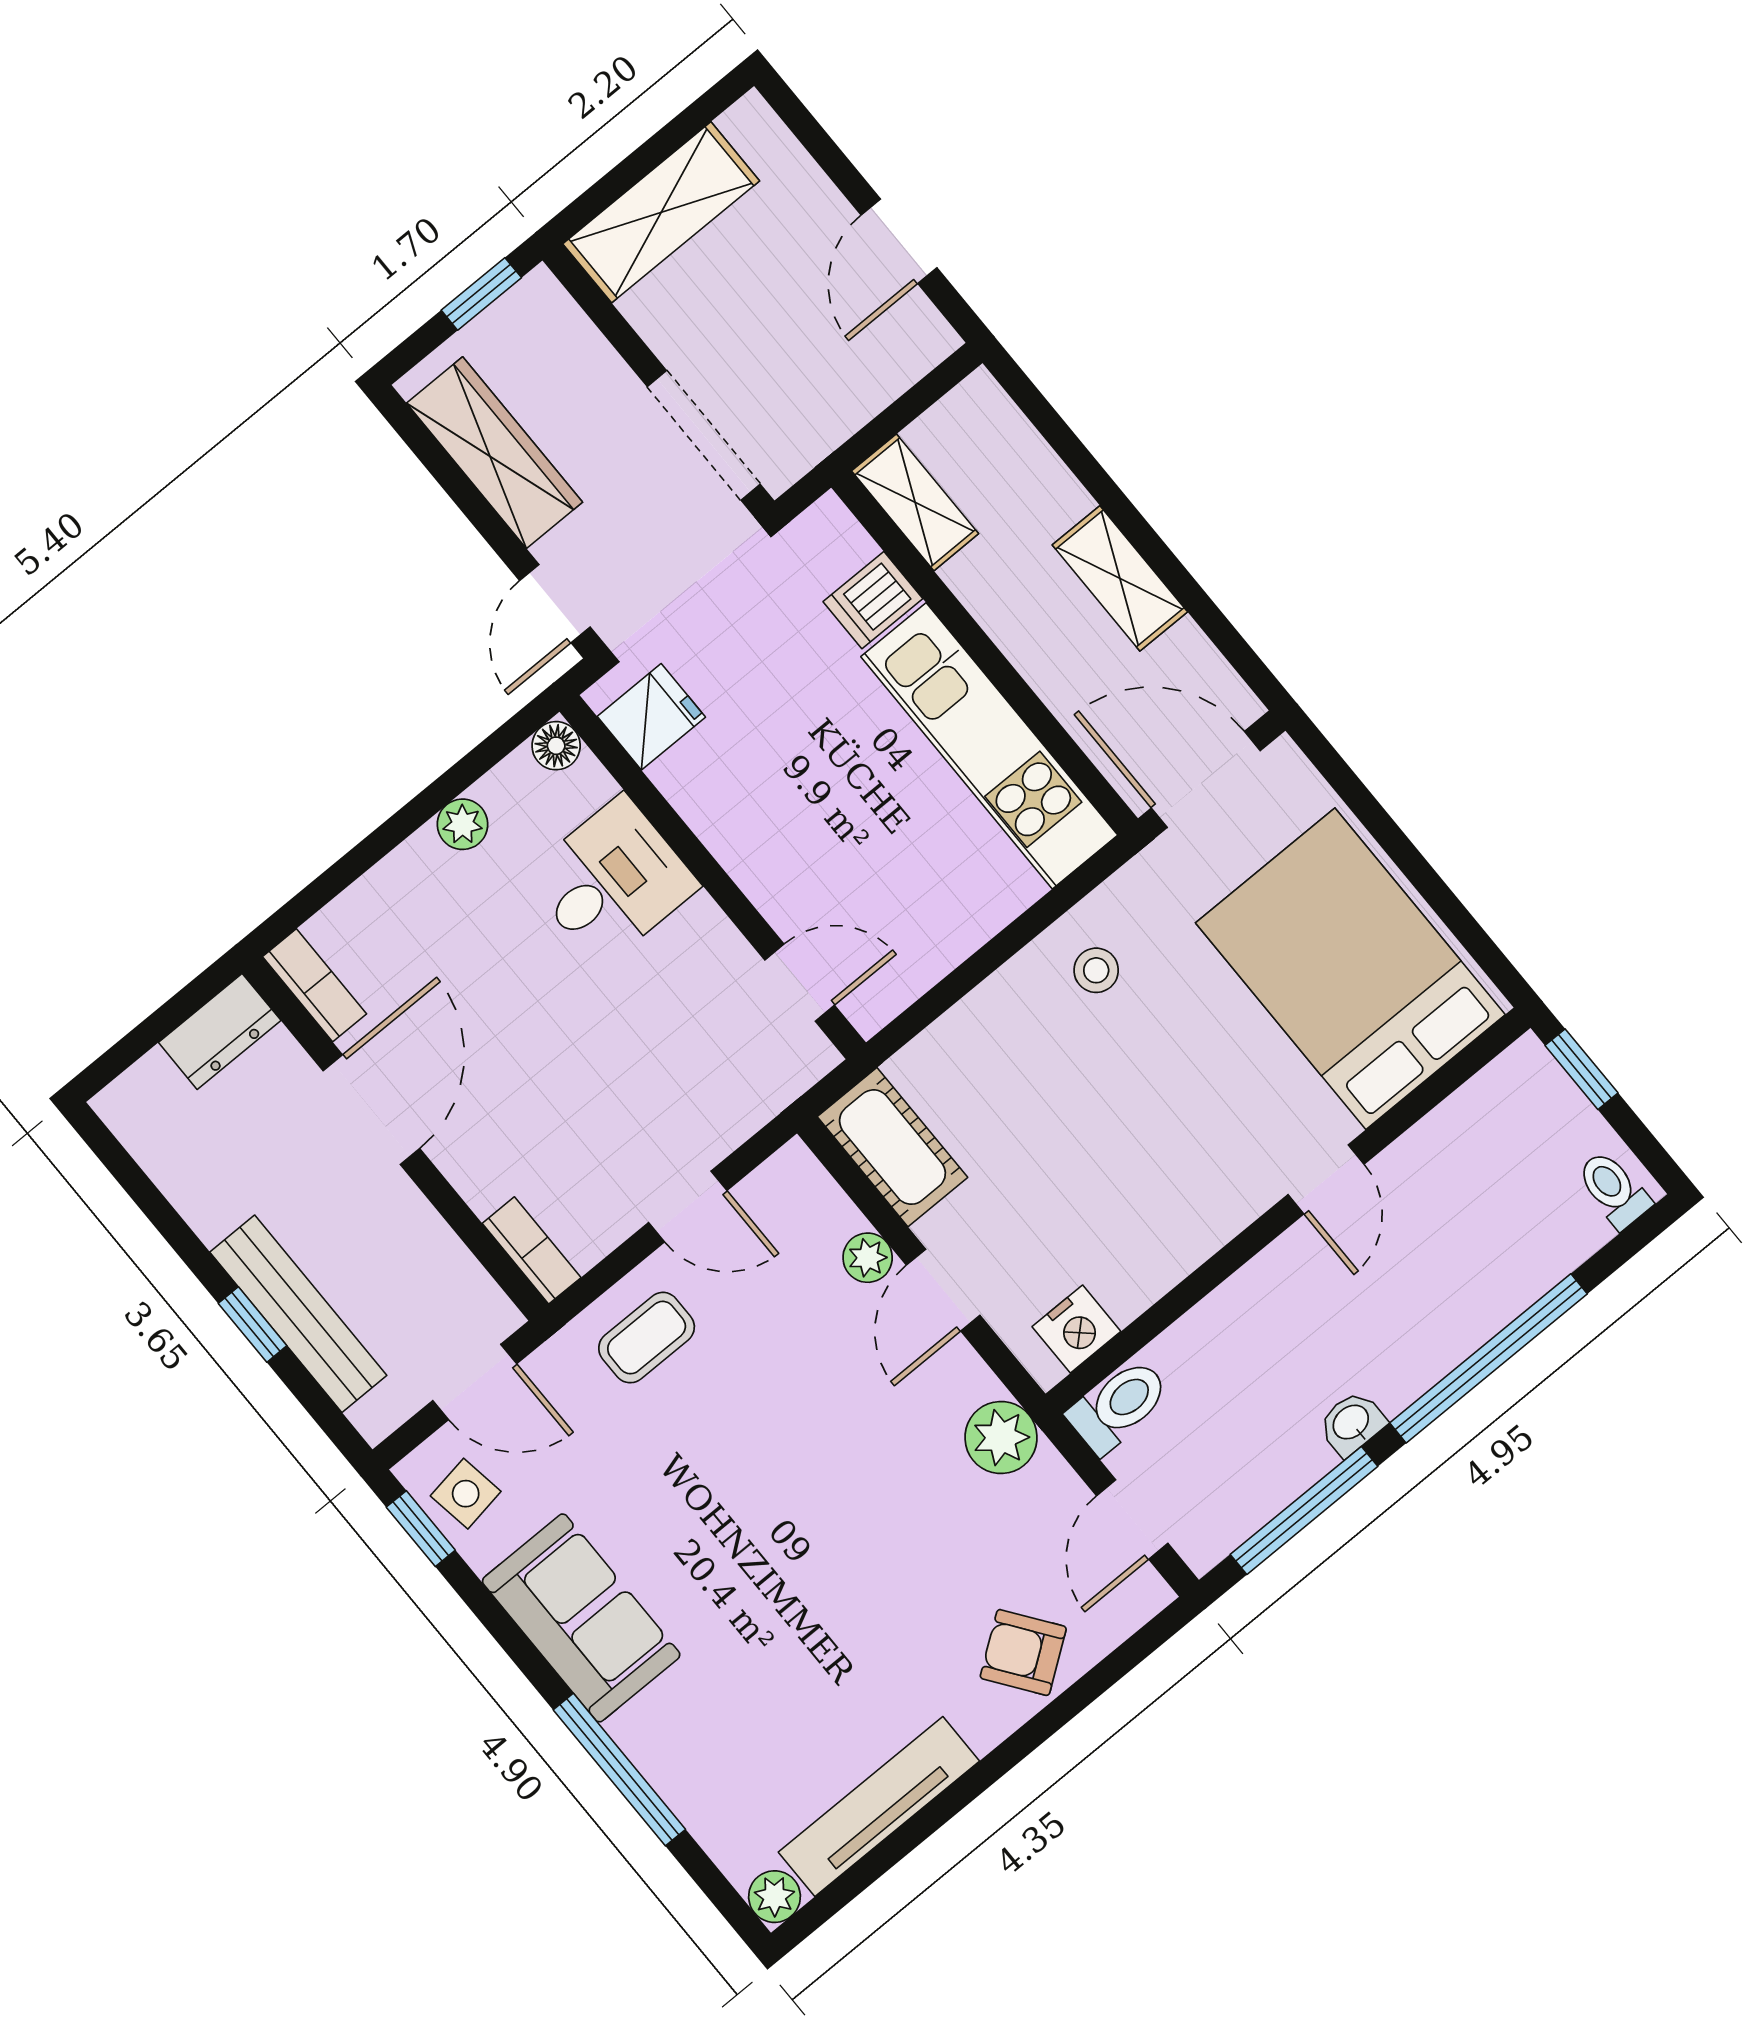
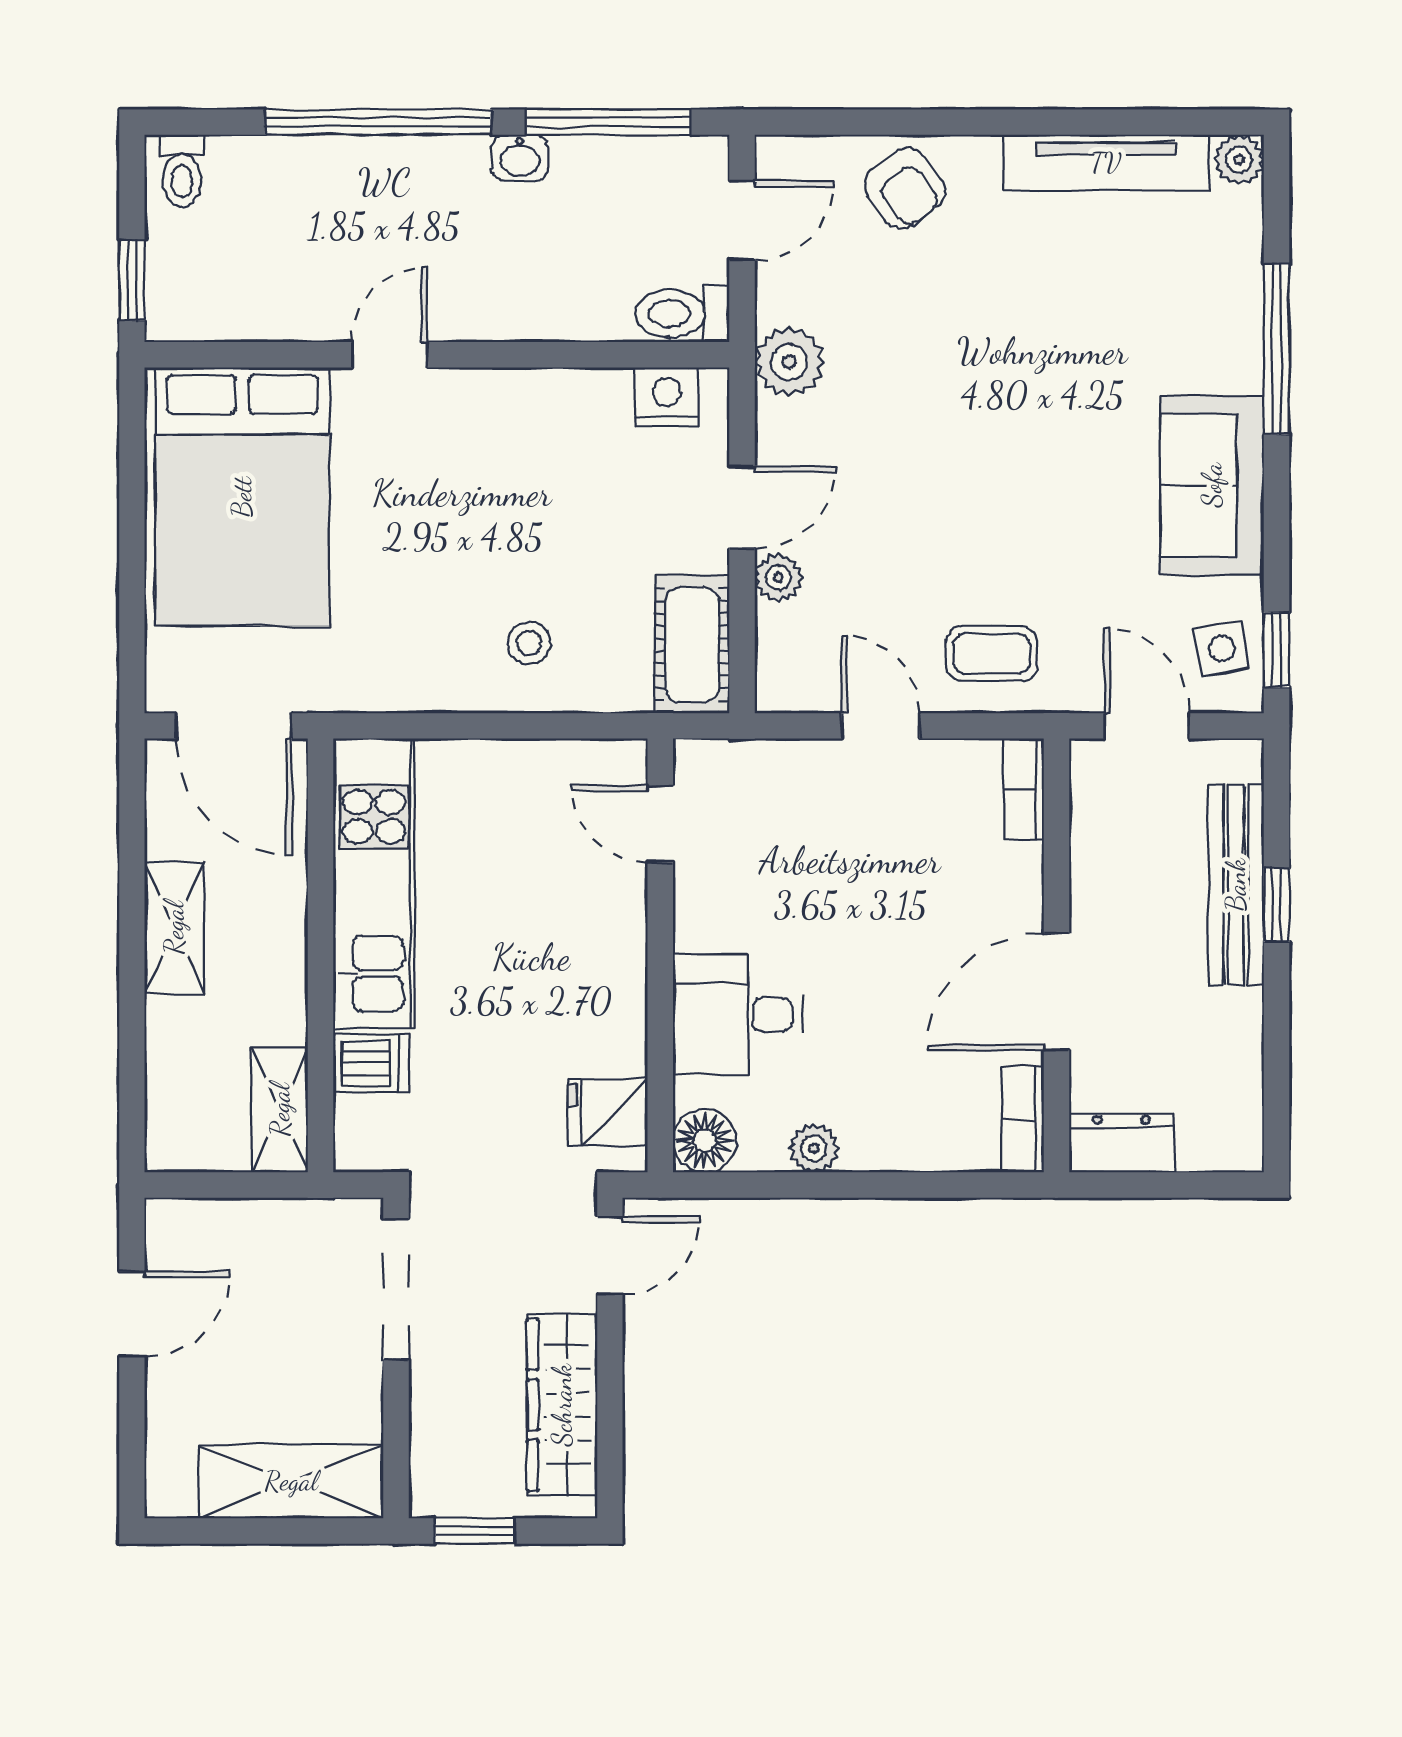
floor lamp: (556, 746) -> (705, 1141), width x1.37, depth x1.37
stool: (1096, 970) -> (529, 643), moved

